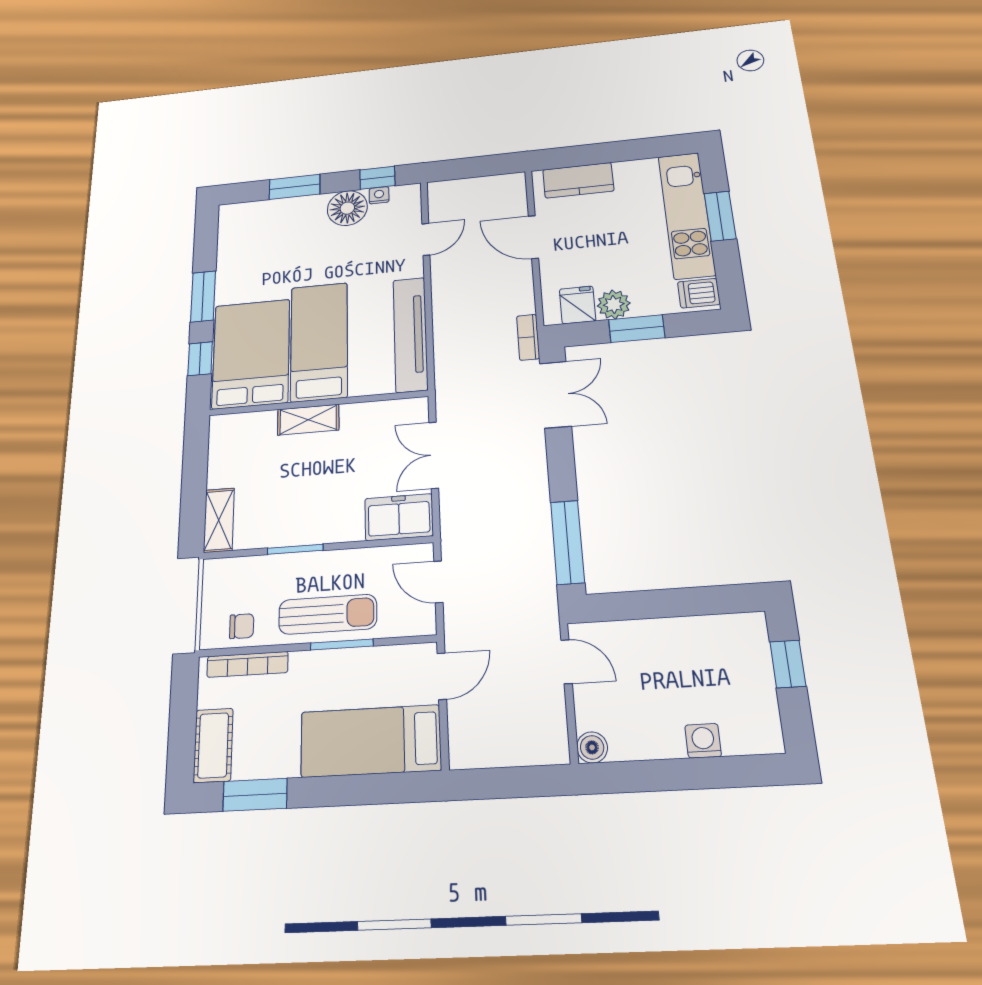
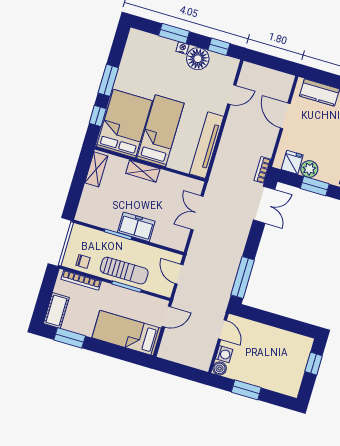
nightstand: (379, 195) -> (182, 48), moved
freezer: (399, 517) -> (136, 227), moved
shelving: (219, 520) -> (96, 169), moved
washing machine: (703, 741) -> (224, 354), moved, turned 90
window: (668, 775) -> (246, 390), added

